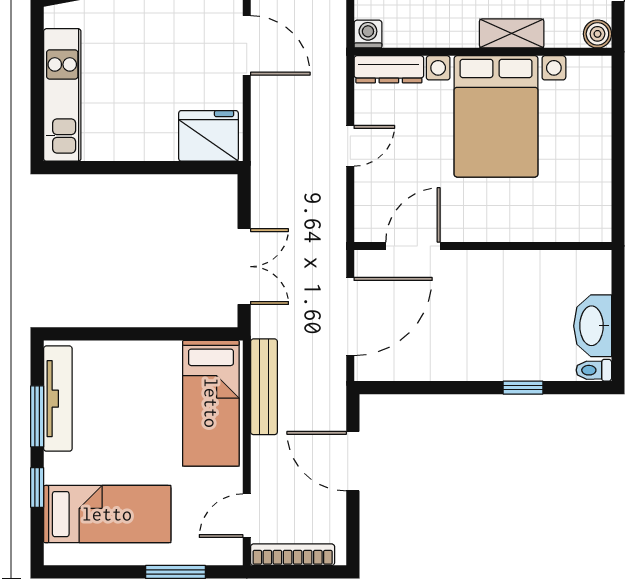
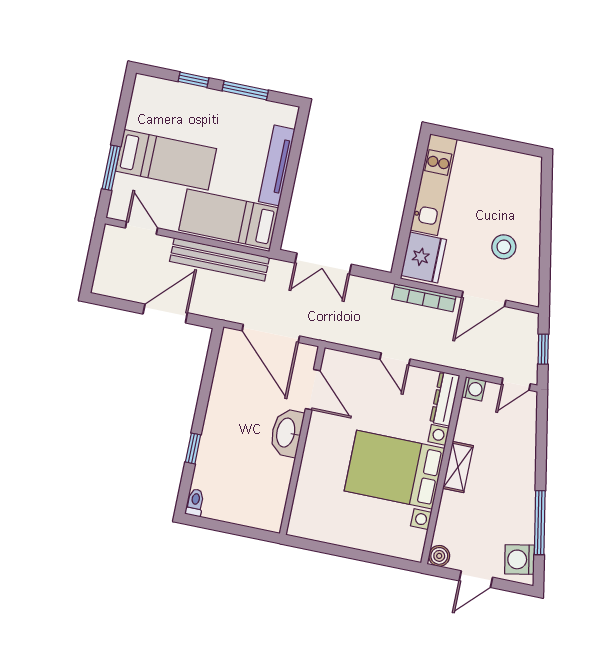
stool: (173, 33) -> (504, 247), added
shelving: (512, 33) -> (458, 467), moved
kitchen unit: (62, 95) -> (434, 185), moved, turned -90
washbasin: (593, 326) -> (287, 433), moved, turned -90
bench: (264, 387) -> (219, 259), width x1.37, depth x1.21
tv unit: (58, 399) -> (277, 165), moved, turned 90
bed: (107, 514) -> (166, 160), moved, turned -90
bookcase: (293, 555) -> (424, 298), moved, turned 90

